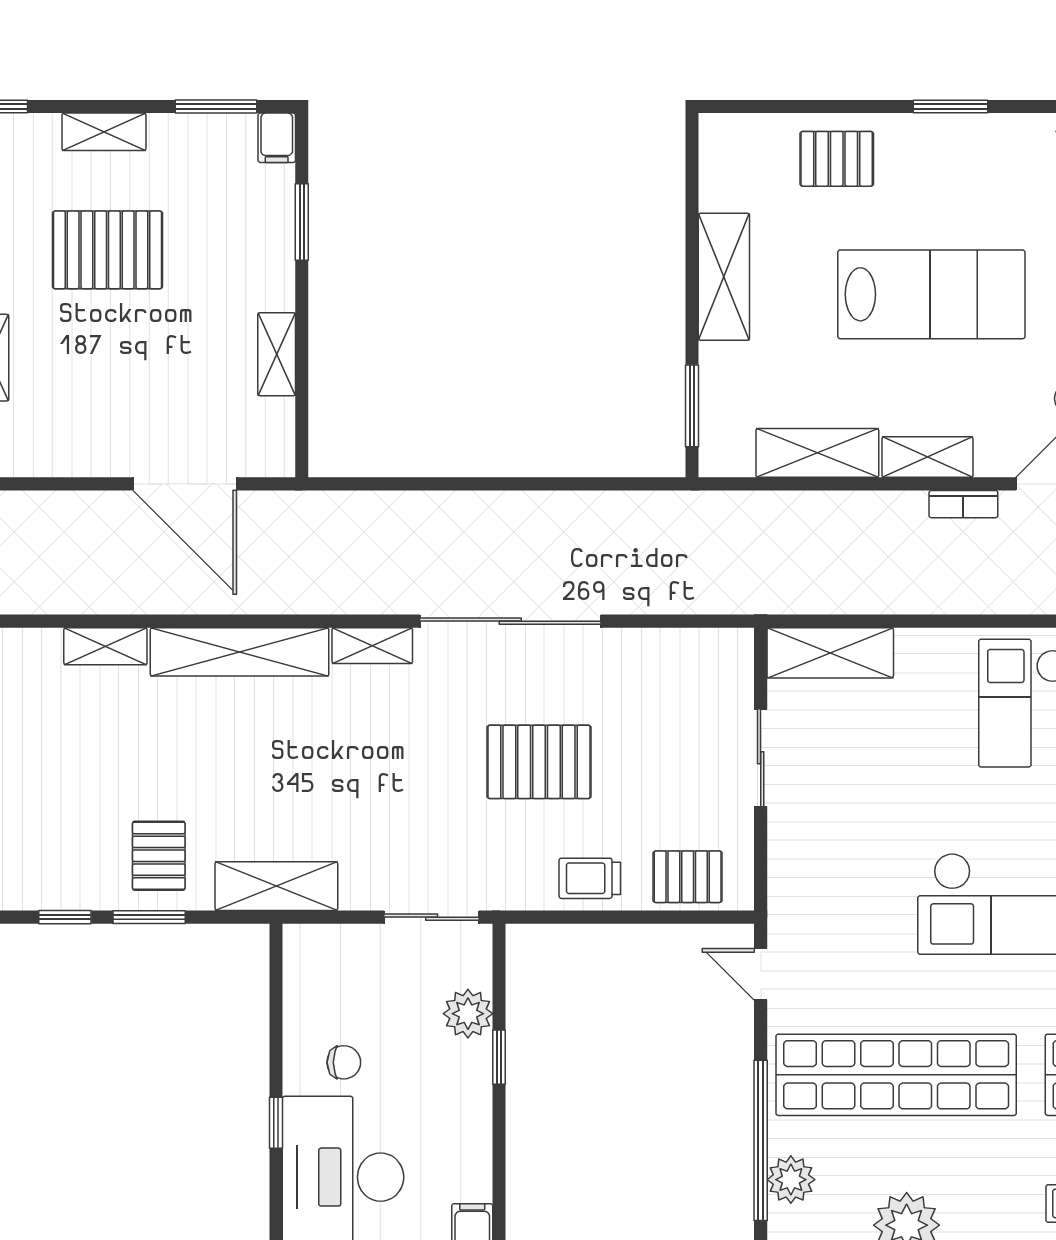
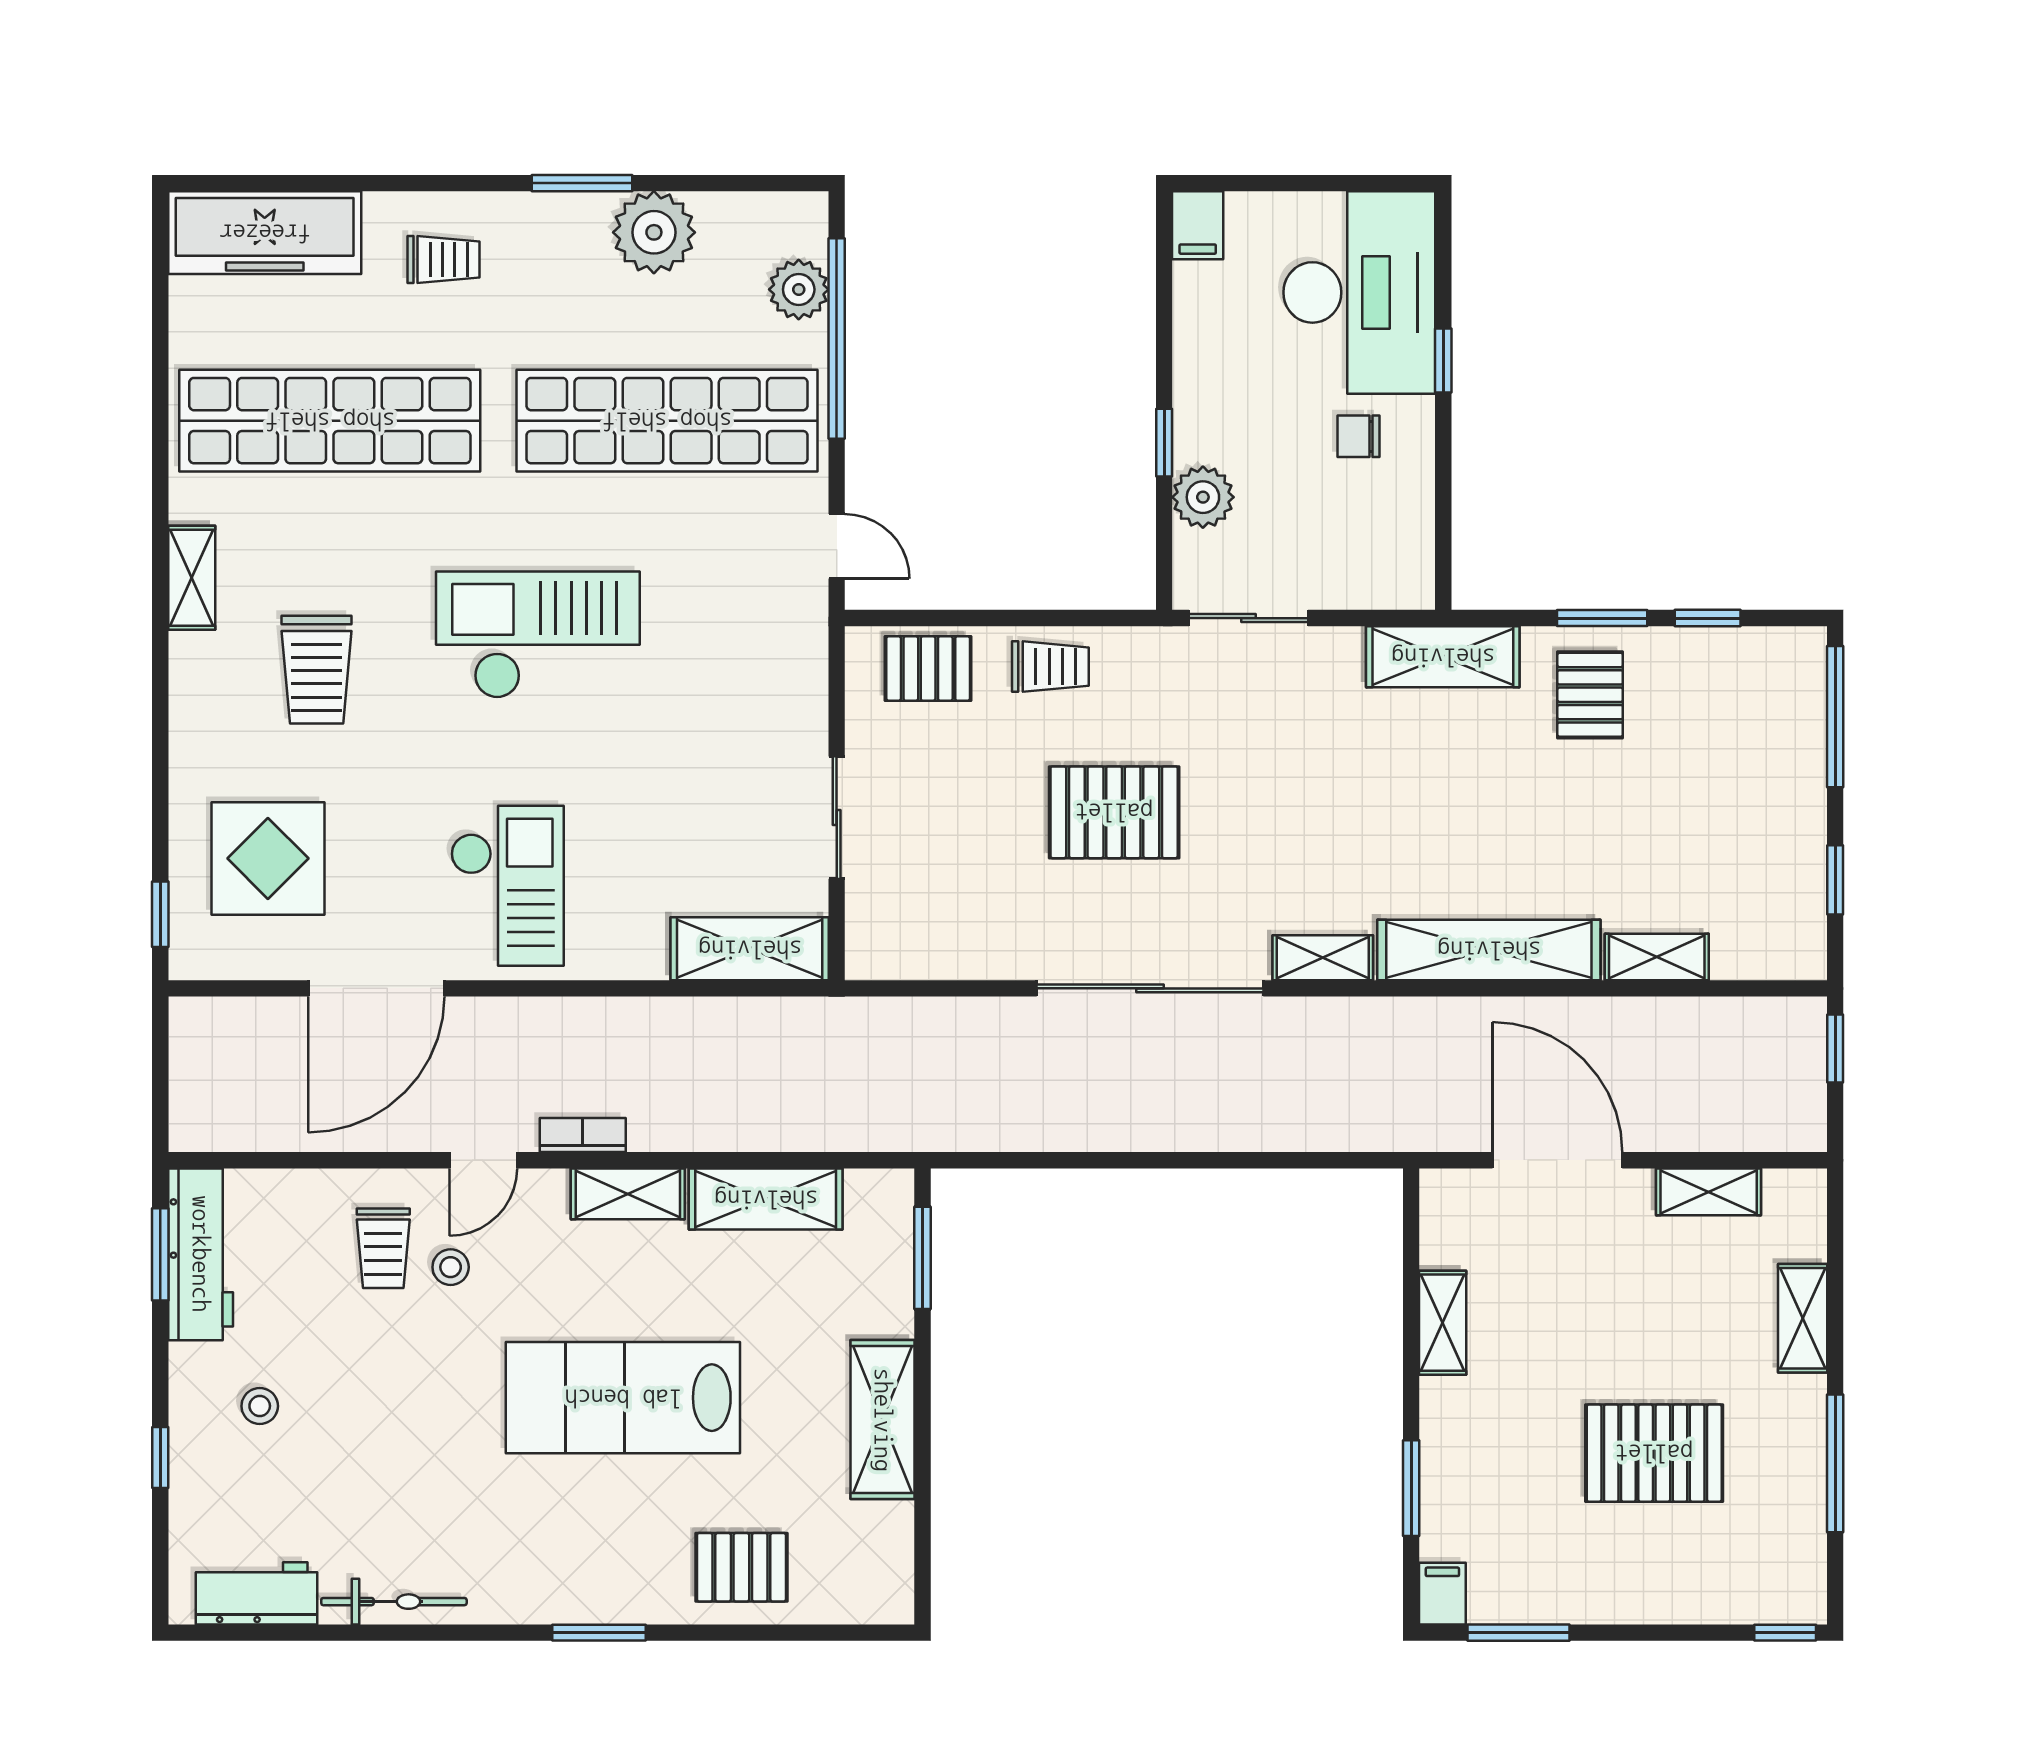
shelving: (104, 132) -> (1709, 1192), moved

